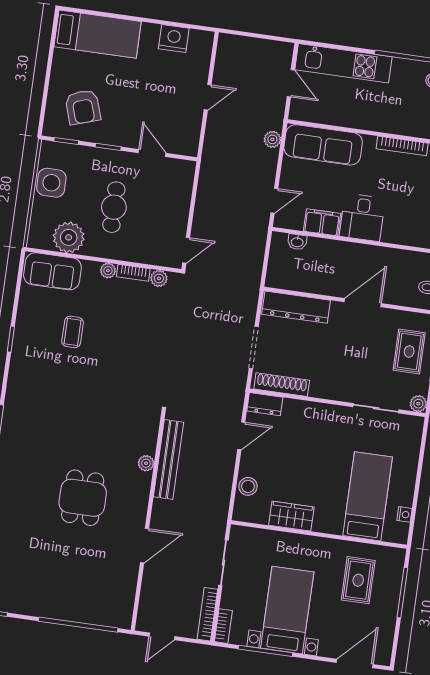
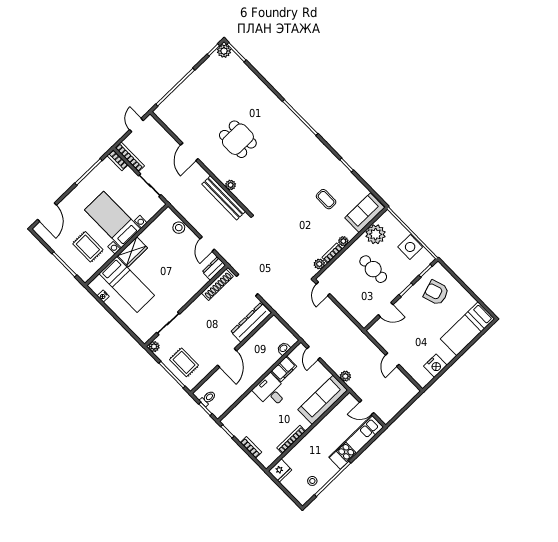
wardrobe: (291, 516) -> (133, 252), moved
bed with nightstands: (287, 610) -> (113, 220), moved, turned 180

